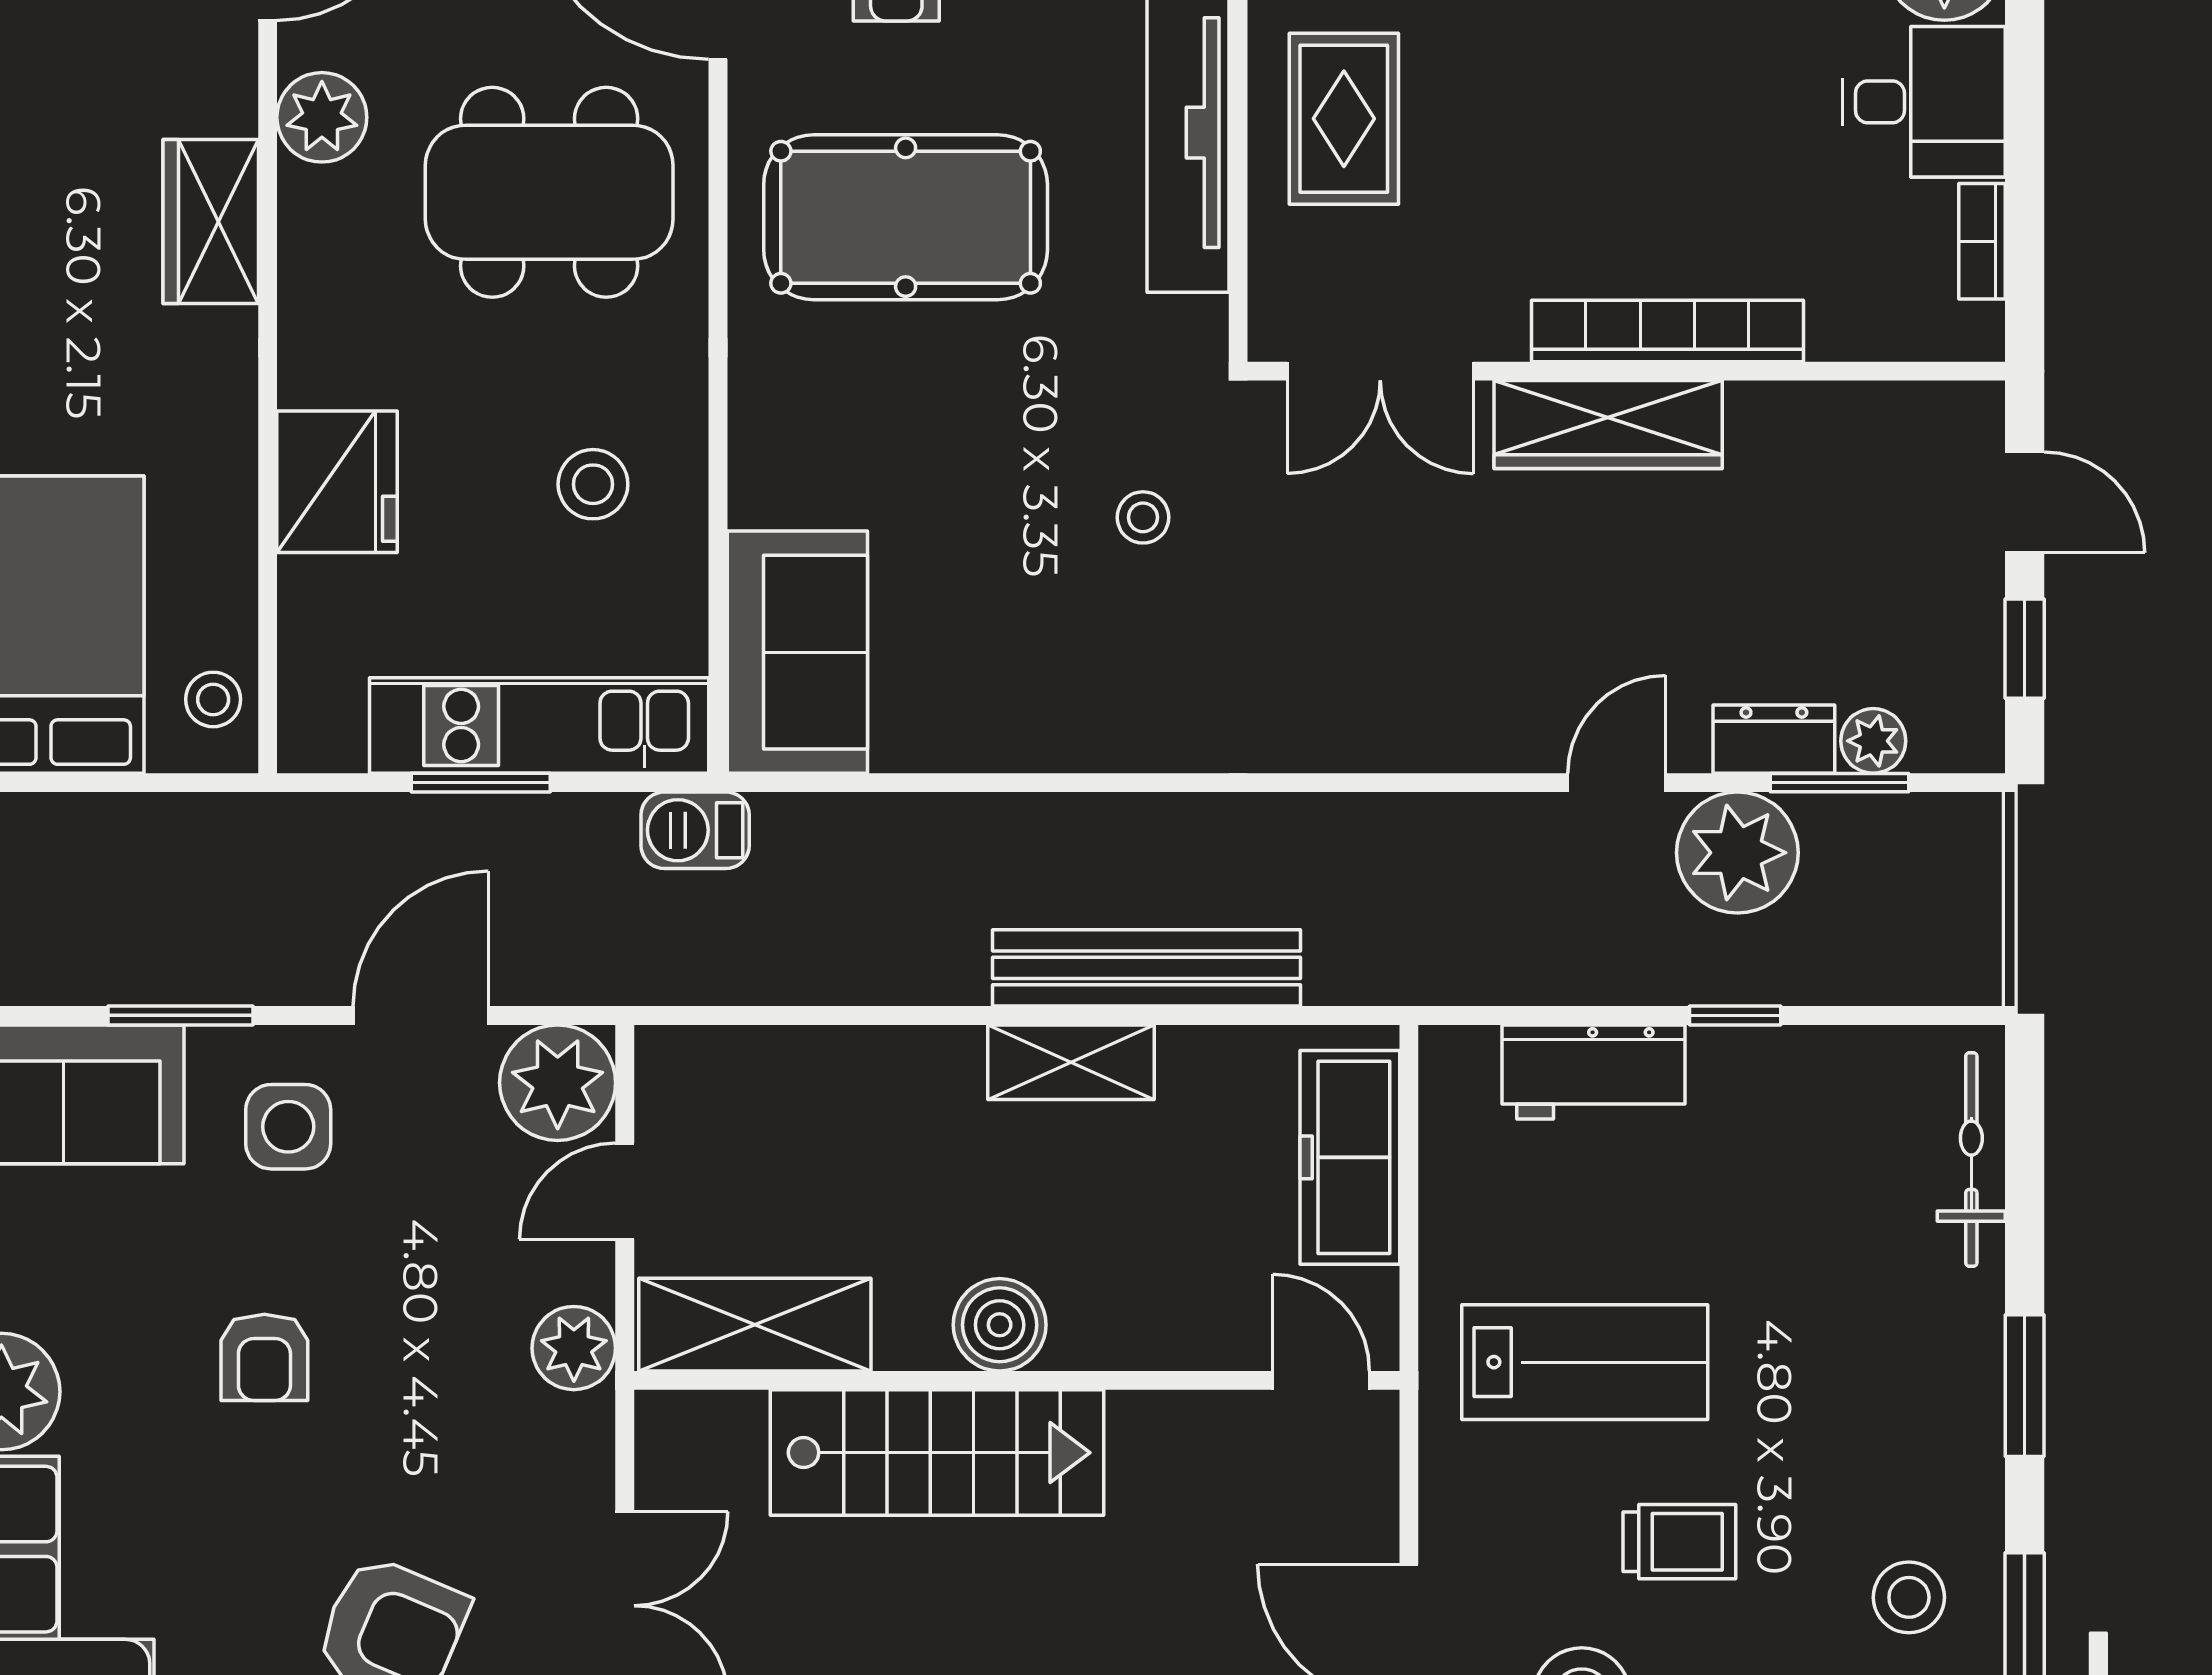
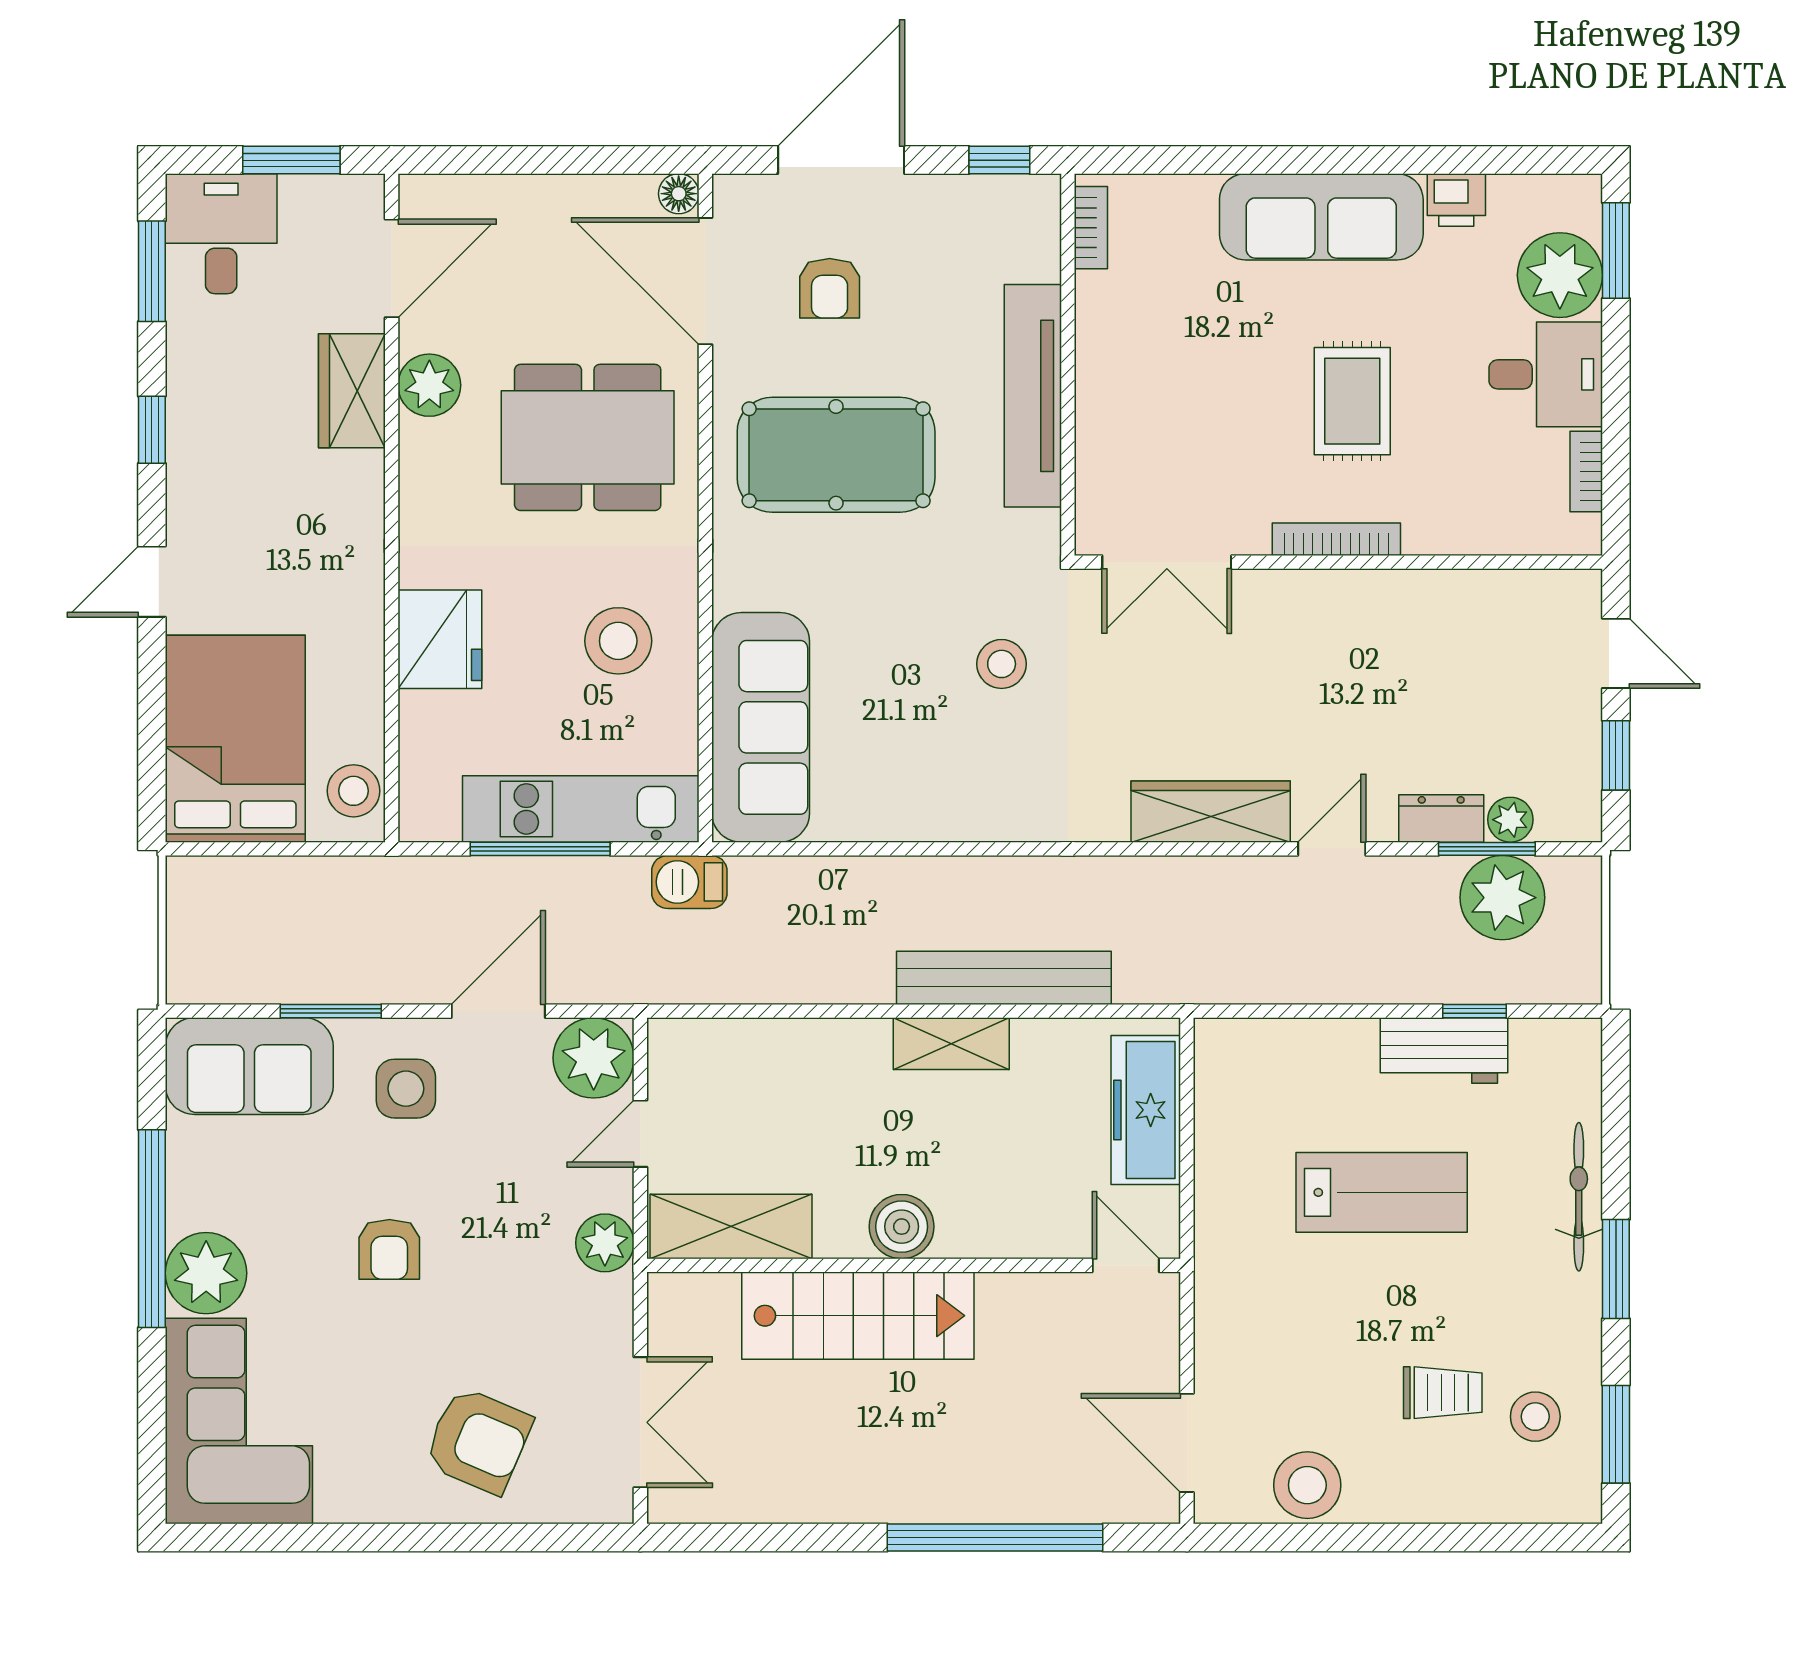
rug: (1344, 119) -> (1352, 401), moved
wardrobe: (211, 222) -> (352, 391), moved
bookcase: (1667, 331) -> (1336, 539), width x0.68, depth x0.76
wardrobe: (1608, 425) -> (1211, 812), moved, turned 180
stool: (593, 484) -> (618, 641), width x1.38, depth x1.38
stool: (1143, 517) -> (1002, 664), width x1.37, depth x1.37
sofa: (797, 652) -> (761, 727), width x1.36
stool: (213, 699) -> (354, 791), width x1.37, depth x1.37
window: (481, 783) -> (540, 849), width x1.44
plant: (1737, 853) -> (1502, 898), moved
window: (1735, 1015) -> (1474, 1011), moved
workbench: (1593, 1072) -> (1444, 1050), moved
bicycle: (1971, 1159) -> (1579, 1197), moved
lab bench: (1585, 1362) -> (1382, 1192), moved
trolley: (1679, 1542) -> (1443, 1393), moved

